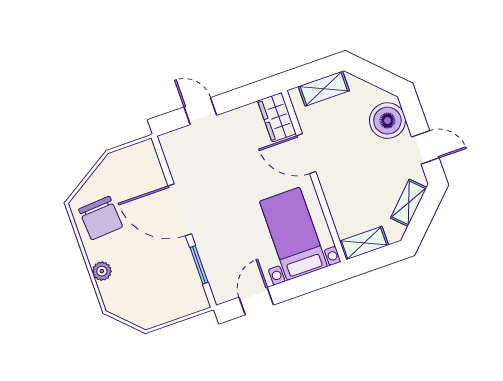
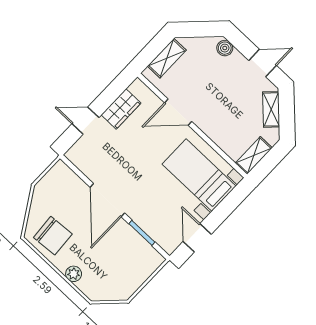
wardrobe: (277, 117) -> (121, 109), moved, turned -90
boiler: (387, 121) -> (225, 48), width x0.54, depth x0.54
door: (180, 210) -> (107, 200), hinge flipped

